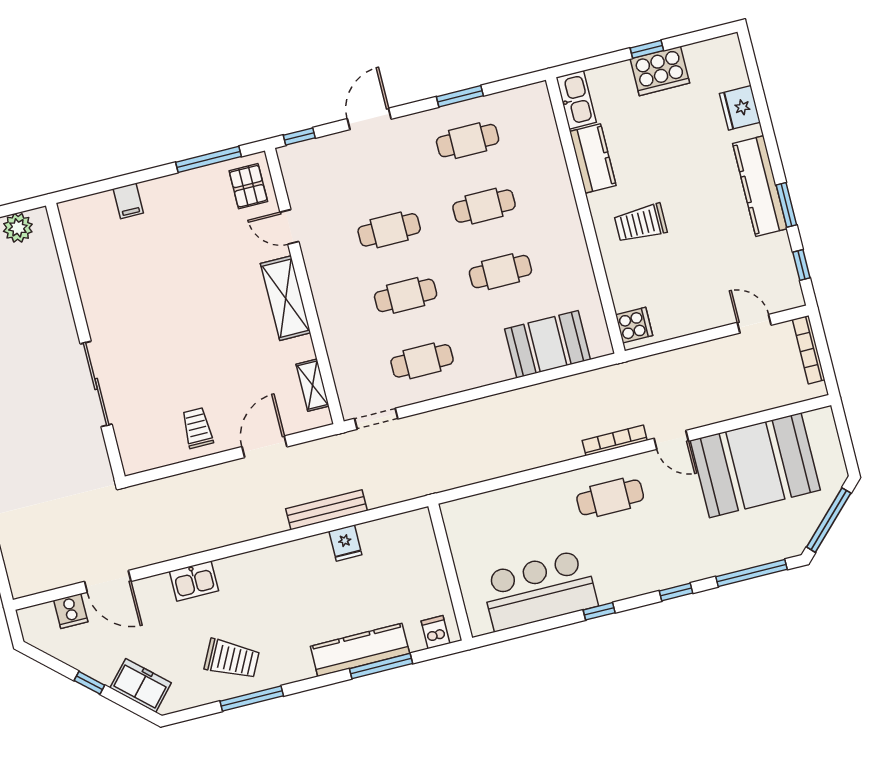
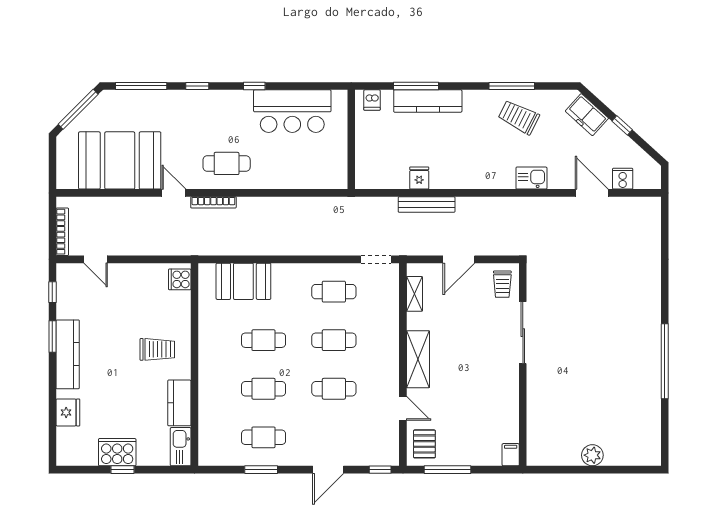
wall: (85, 341) -> (523, 364), moved
sliding door: (96, 384) -> (523, 333), moved

